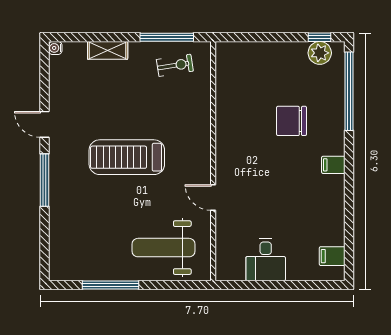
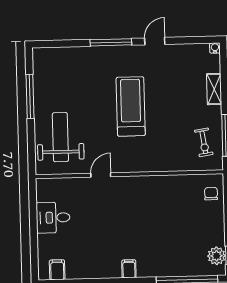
chair: (292, 121) -> (211, 194), moved, width x0.54, depth x0.54

